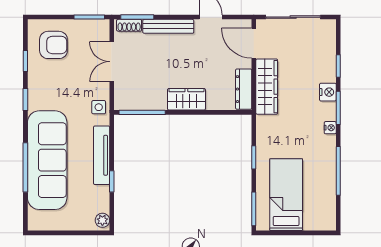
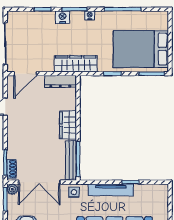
bench: (168, 26) -> (71, 160), moved
double door: (112, 62) -> (39, 182), width x1.37
wardrobe: (267, 87) -> (76, 64), moved
bed: (286, 195) -> (141, 49), width x1.50
plant: (102, 220) -> (12, 189), moved

